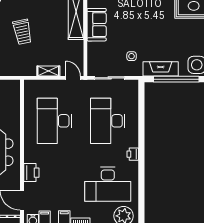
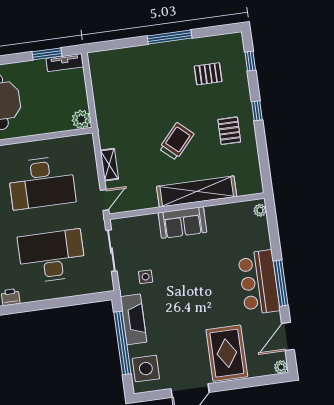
trolley: (22, 32) -> (177, 141), moved, turned 144
plant: (13, 87) -> (81, 119), added
desk: (54, 121) -> (42, 183), turned 180

